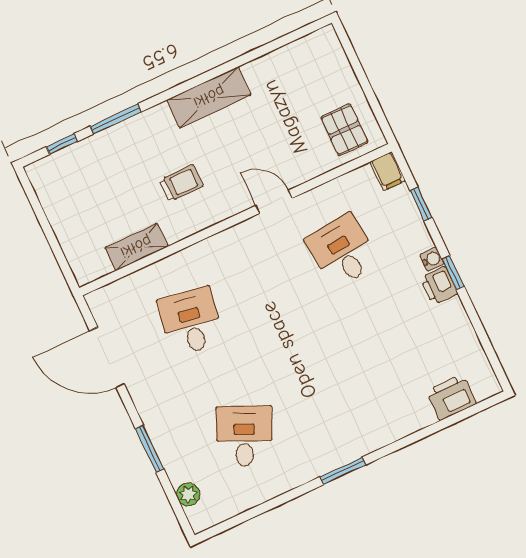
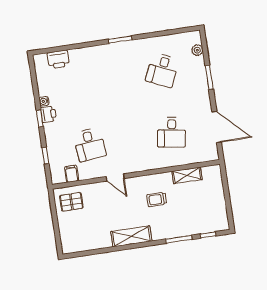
pallet: (344, 130) -> (71, 202), turned 90
filing cabinet: (388, 171) -> (72, 174), moved
water cooler: (432, 259) -> (44, 101), moved

